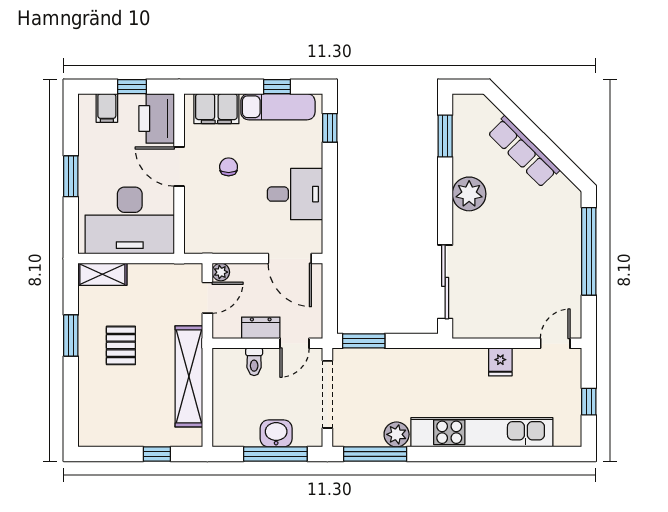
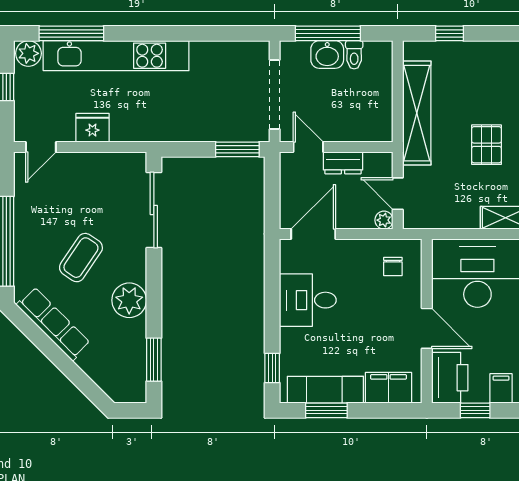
window: (277, 87) -> (326, 410), width x1.50
row of seats: (524, 151) -> (53, 324), moved
chair: (229, 167) -> (393, 267), moved
coffee table: (516, 236) -> (81, 258), added
door: (290, 259) -> (313, 234), hinge flipped
door: (207, 298) -> (398, 194), hinge flipped
door: (295, 343) -> (308, 147), hinge flipped
toilet: (254, 362) -> (354, 55), moved, turned 180
fridge: (500, 362) -> (92, 128), width x1.38
plant: (397, 434) -> (28, 53), moved
window: (375, 454) -> (71, 33), moved

